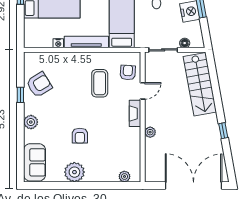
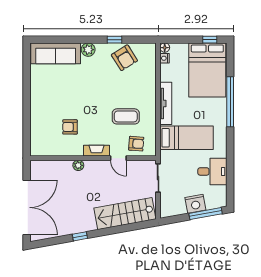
nightstand: (58, 43) -> (165, 58), moved
floor lamp: (185, 43) -> (165, 48), moved
armchair: (80, 136) -> (70, 127), moved
sofa: (35, 162) -> (56, 53), width x1.36
plant: (74, 172) -> (40, 92), removed
plant: (124, 176) -> (35, 140), removed

